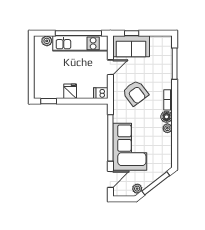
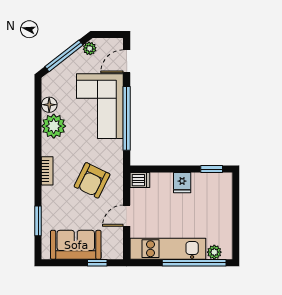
window: (78, 33) -> (194, 263), moved
sofa: (131, 46) -> (76, 245), moved
window: (175, 64) -> (38, 221), width x0.69
armchair: (135, 93) -> (92, 180), turned -117
floor lamp: (167, 117) -> (49, 105), moved
plant: (167, 128) -> (54, 126), width x1.87, depth x1.87

